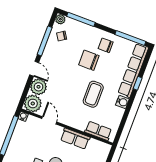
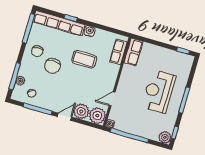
plant: (60, 19) -> (20, 81), moved
row of seats: (75, 139) -> (133, 52), moved

